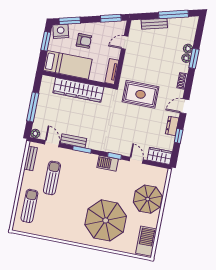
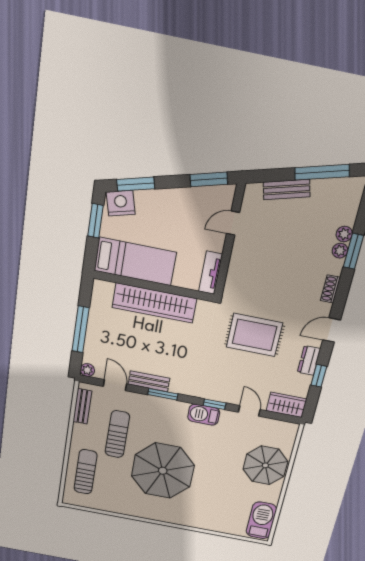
armchair: (84, 41) -> (162, 220), removed
rug: (140, 94) -> (254, 335), moved
parasol: (106, 220) -> (163, 471), moved

